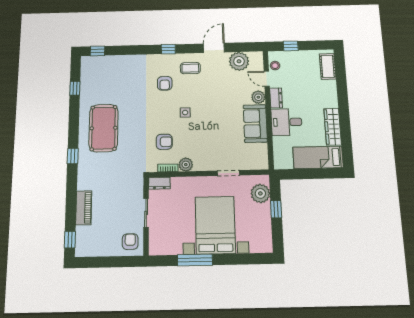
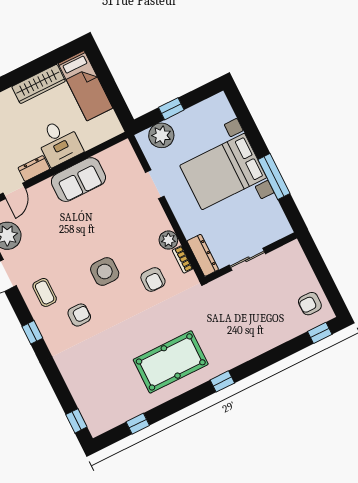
plant: (258, 97) -> (43, 191), removed
side table: (185, 113) -> (105, 272), width x1.87, depth x1.87
armchair: (164, 142) -> (153, 279), turned 180
dresser: (159, 183) -> (203, 255), width x1.44
piano: (84, 208) -> (276, 336), removed
armchair: (130, 242) -> (310, 304), moved

